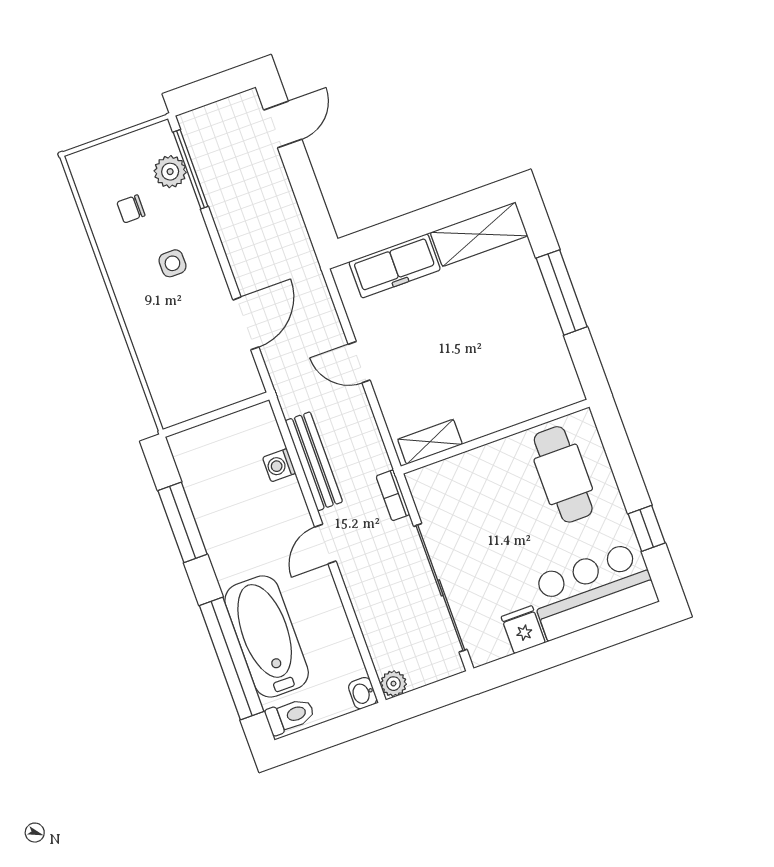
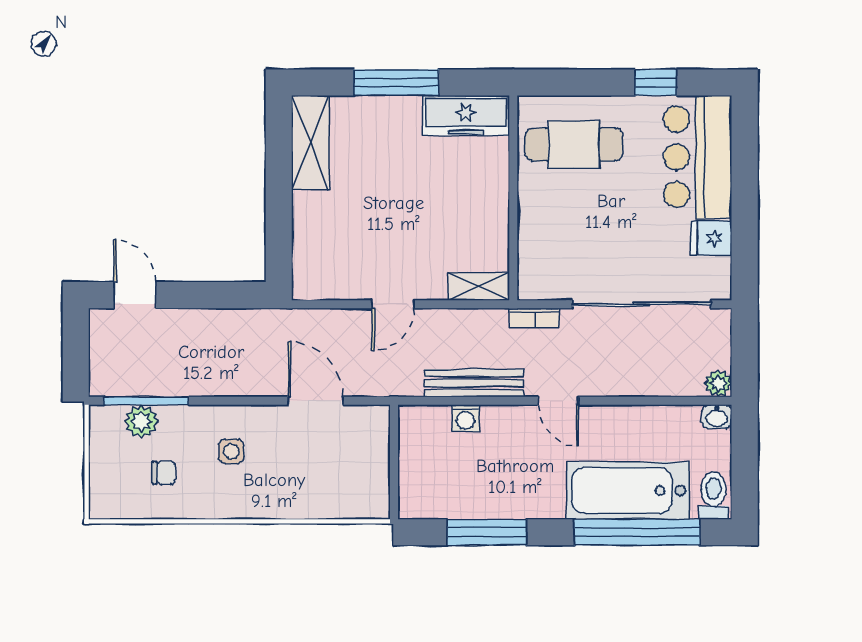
chair: (131, 209) -> (164, 473), turned -90
freezer: (395, 266) -> (466, 116), moved, turned 90
shelving: (430, 442) -> (478, 286), moved, turned 90

